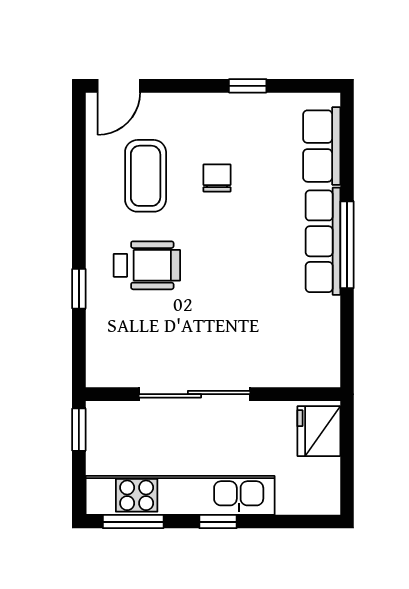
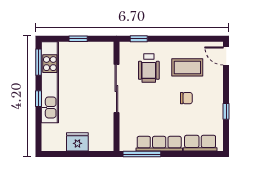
window: (347, 245) -> (142, 154), moved
sliding door: (195, 394) -> (116, 88), moved
wall: (213, 394) -> (116, 96), moved

